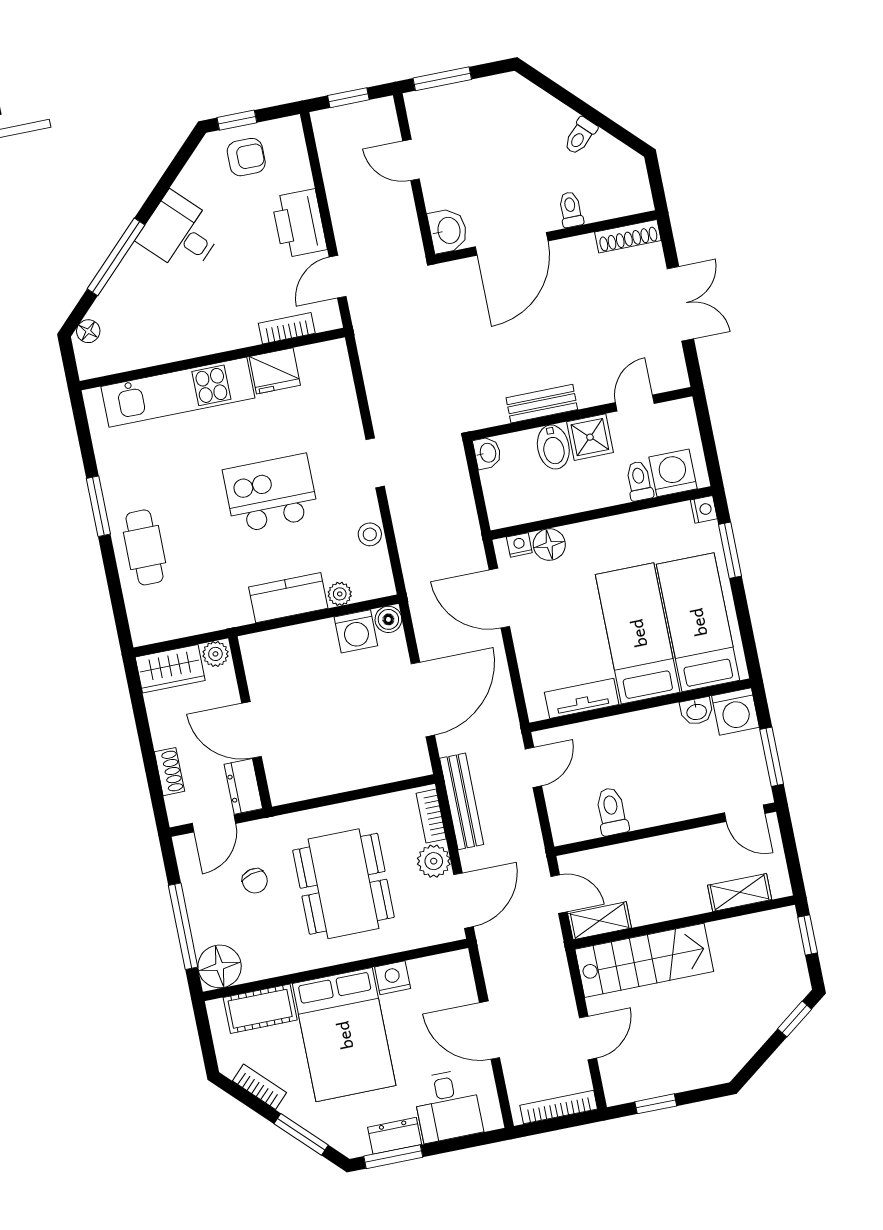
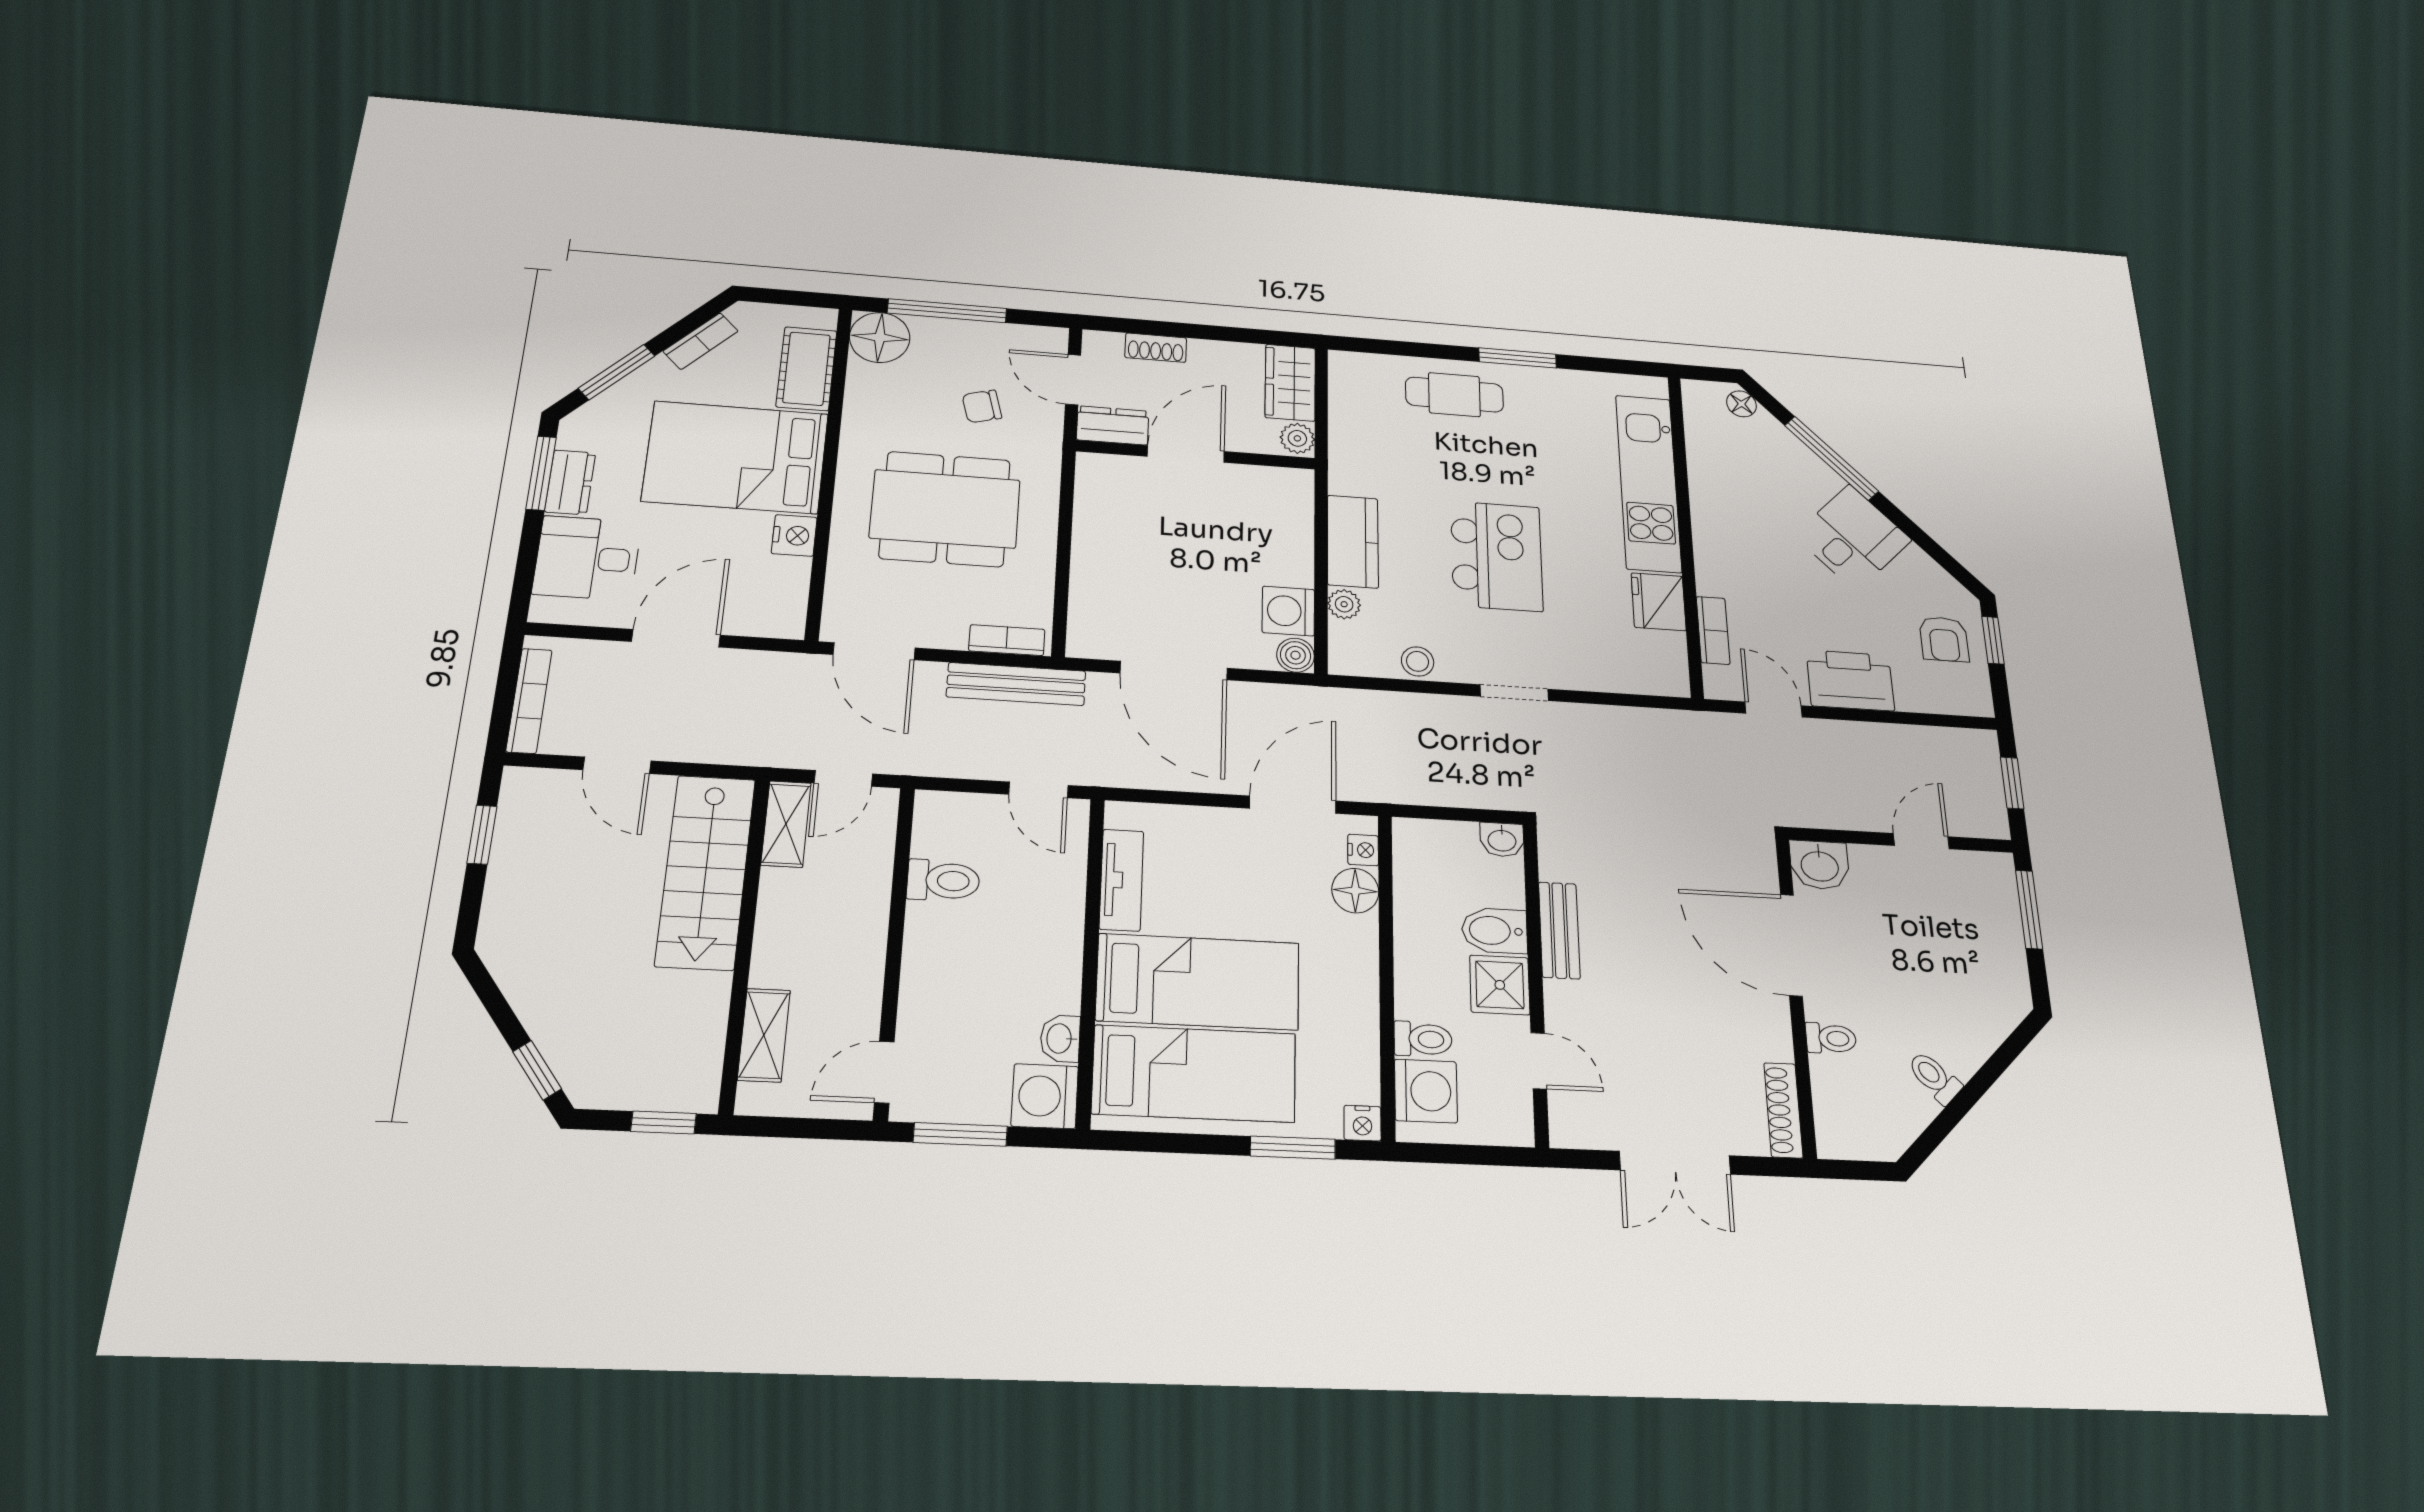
plant: (434, 861) -> (942, 627), removed

